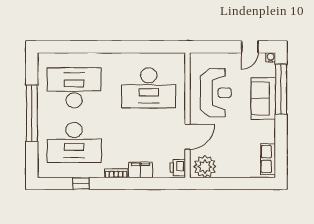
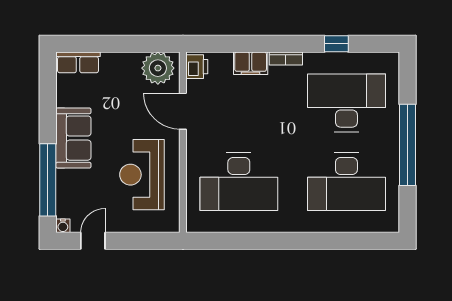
desk: (149, 88) -> (239, 182), turned 180
sofa: (263, 99) -> (73, 138), moved
door: (187, 137) -> (183, 111), hinge flipped
row of seats: (268, 159) -> (78, 62), moved, turned 90

